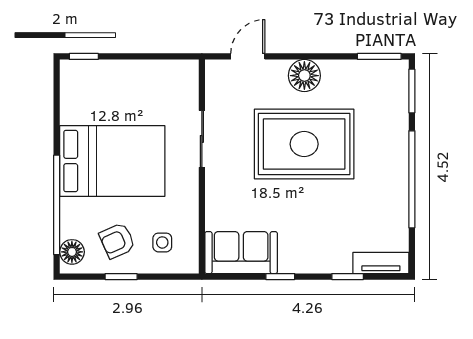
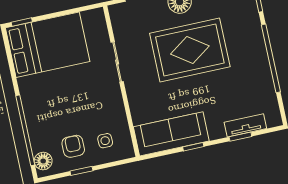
bed: (112, 161) -> (48, 45), moved
armchair: (117, 241) -> (73, 146), turned 114
sofa: (241, 253) -> (171, 134), width x1.36
tv unit: (381, 263) -> (245, 125), moved

